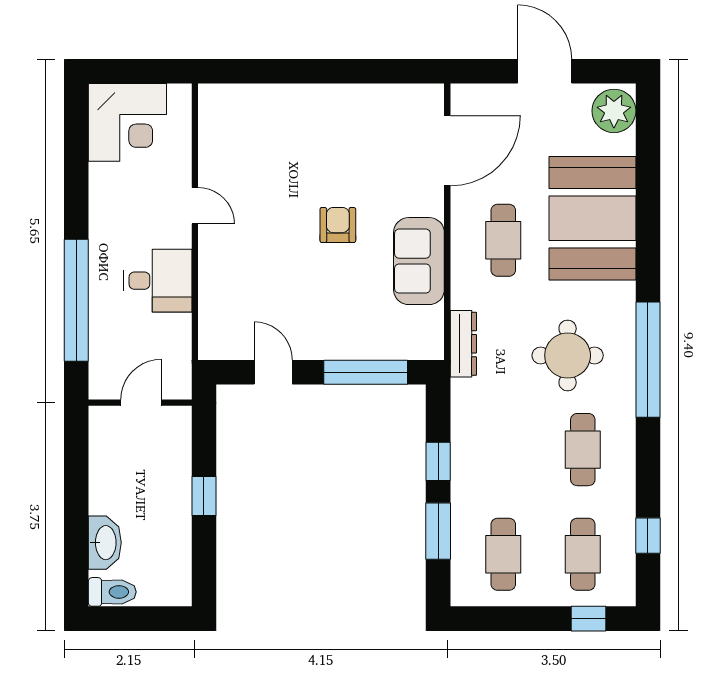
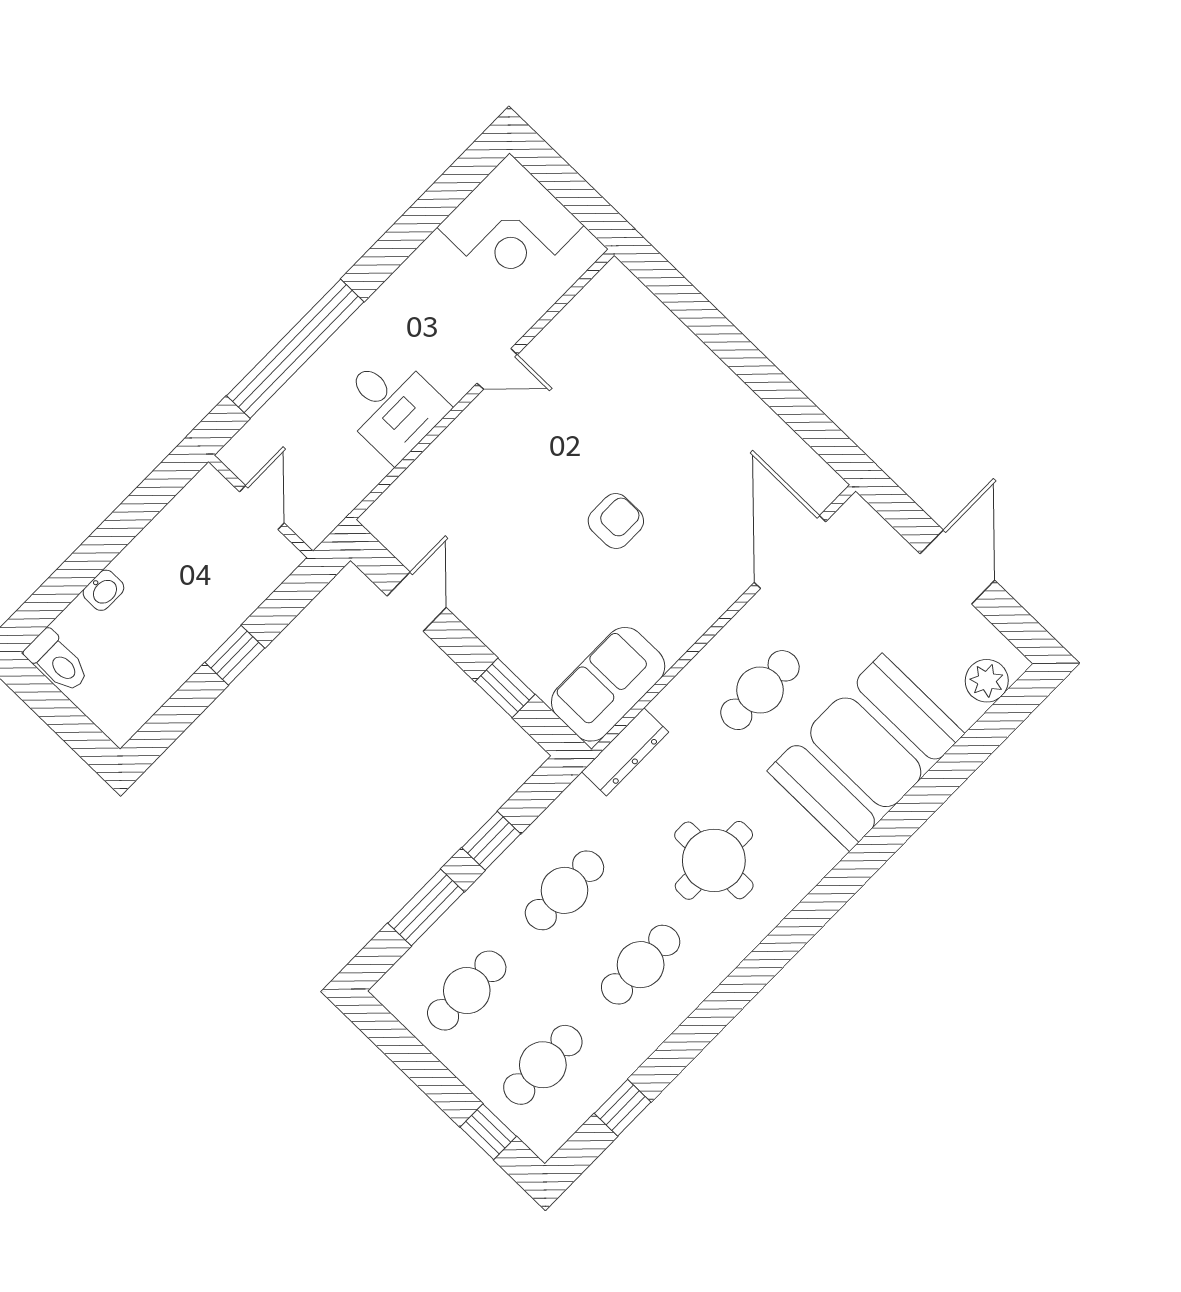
plant: (614, 111) -> (987, 681), width x0.73, depth x0.73
door: (447, 151) -> (790, 552), swing flipped
door: (195, 206) -> (497, 369), hinge flipped
sofa: (419, 261) -> (608, 684), moved
window: (648, 360) -> (787, 939), removed
window: (366, 372) -> (505, 688), width x0.46
door: (141, 403) -> (262, 507), hinge flipped
cafe table: (503, 450) -> (564, 890), added
washbasin: (105, 543) -> (103, 590), width x0.52, depth x0.69

